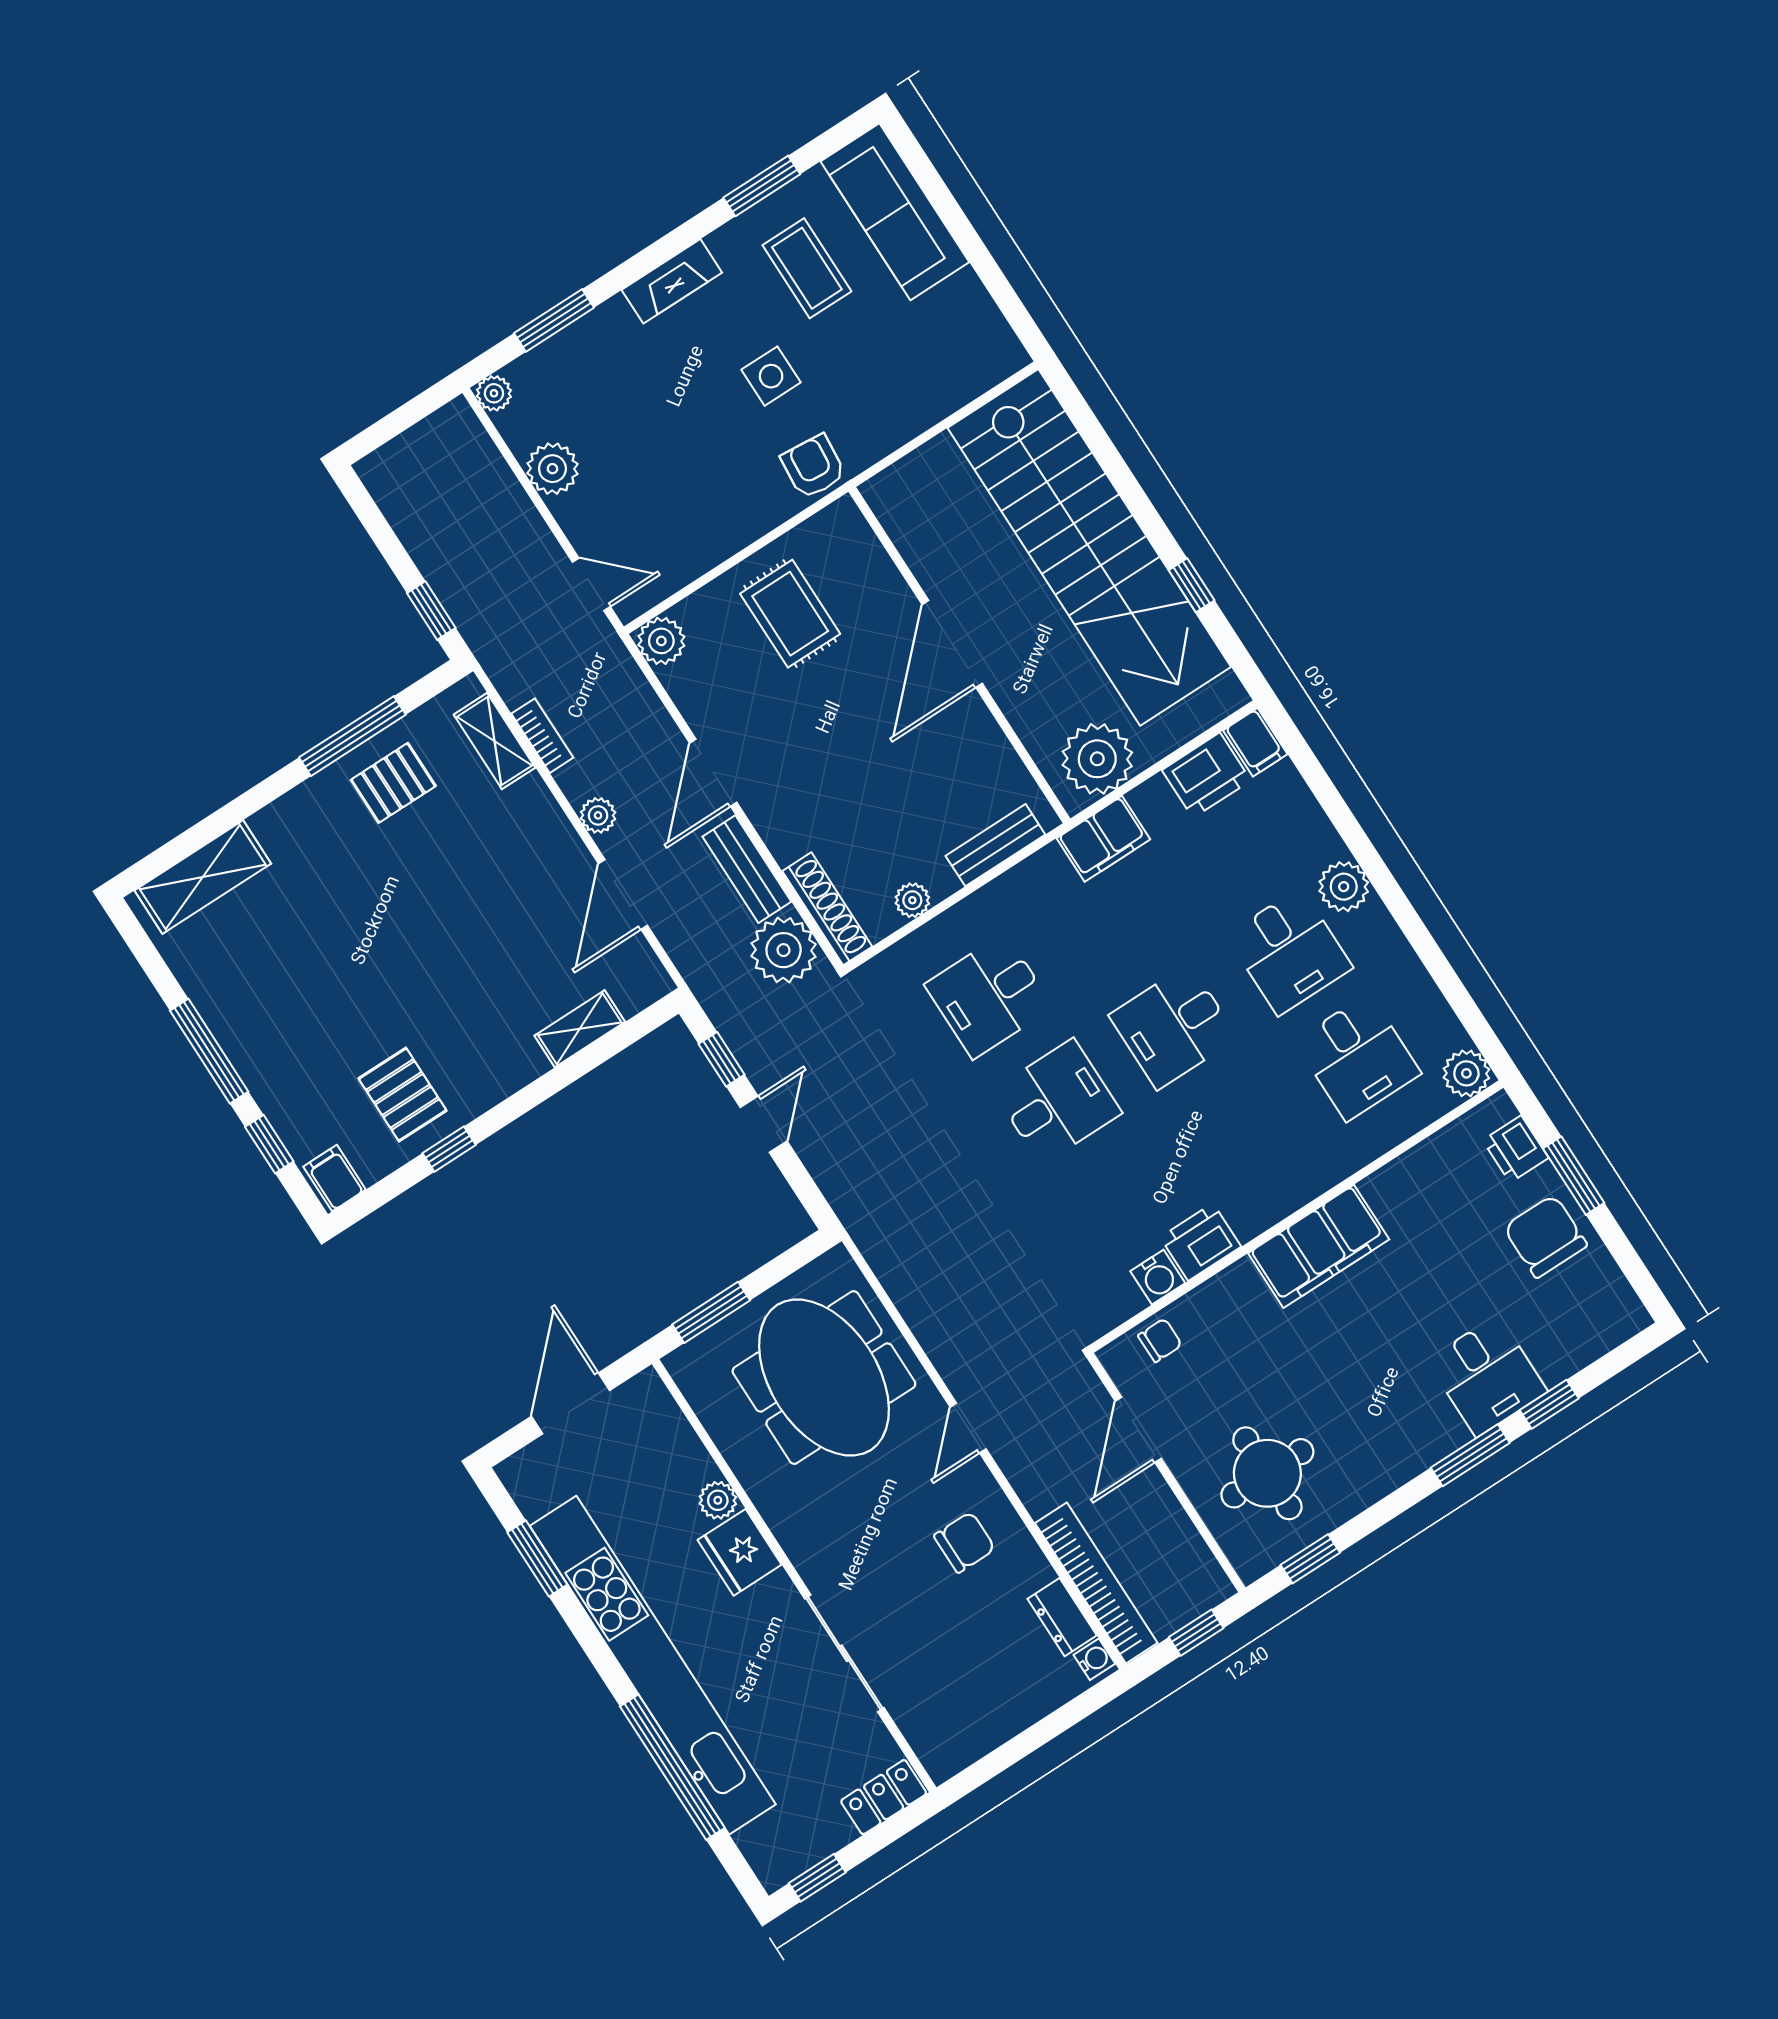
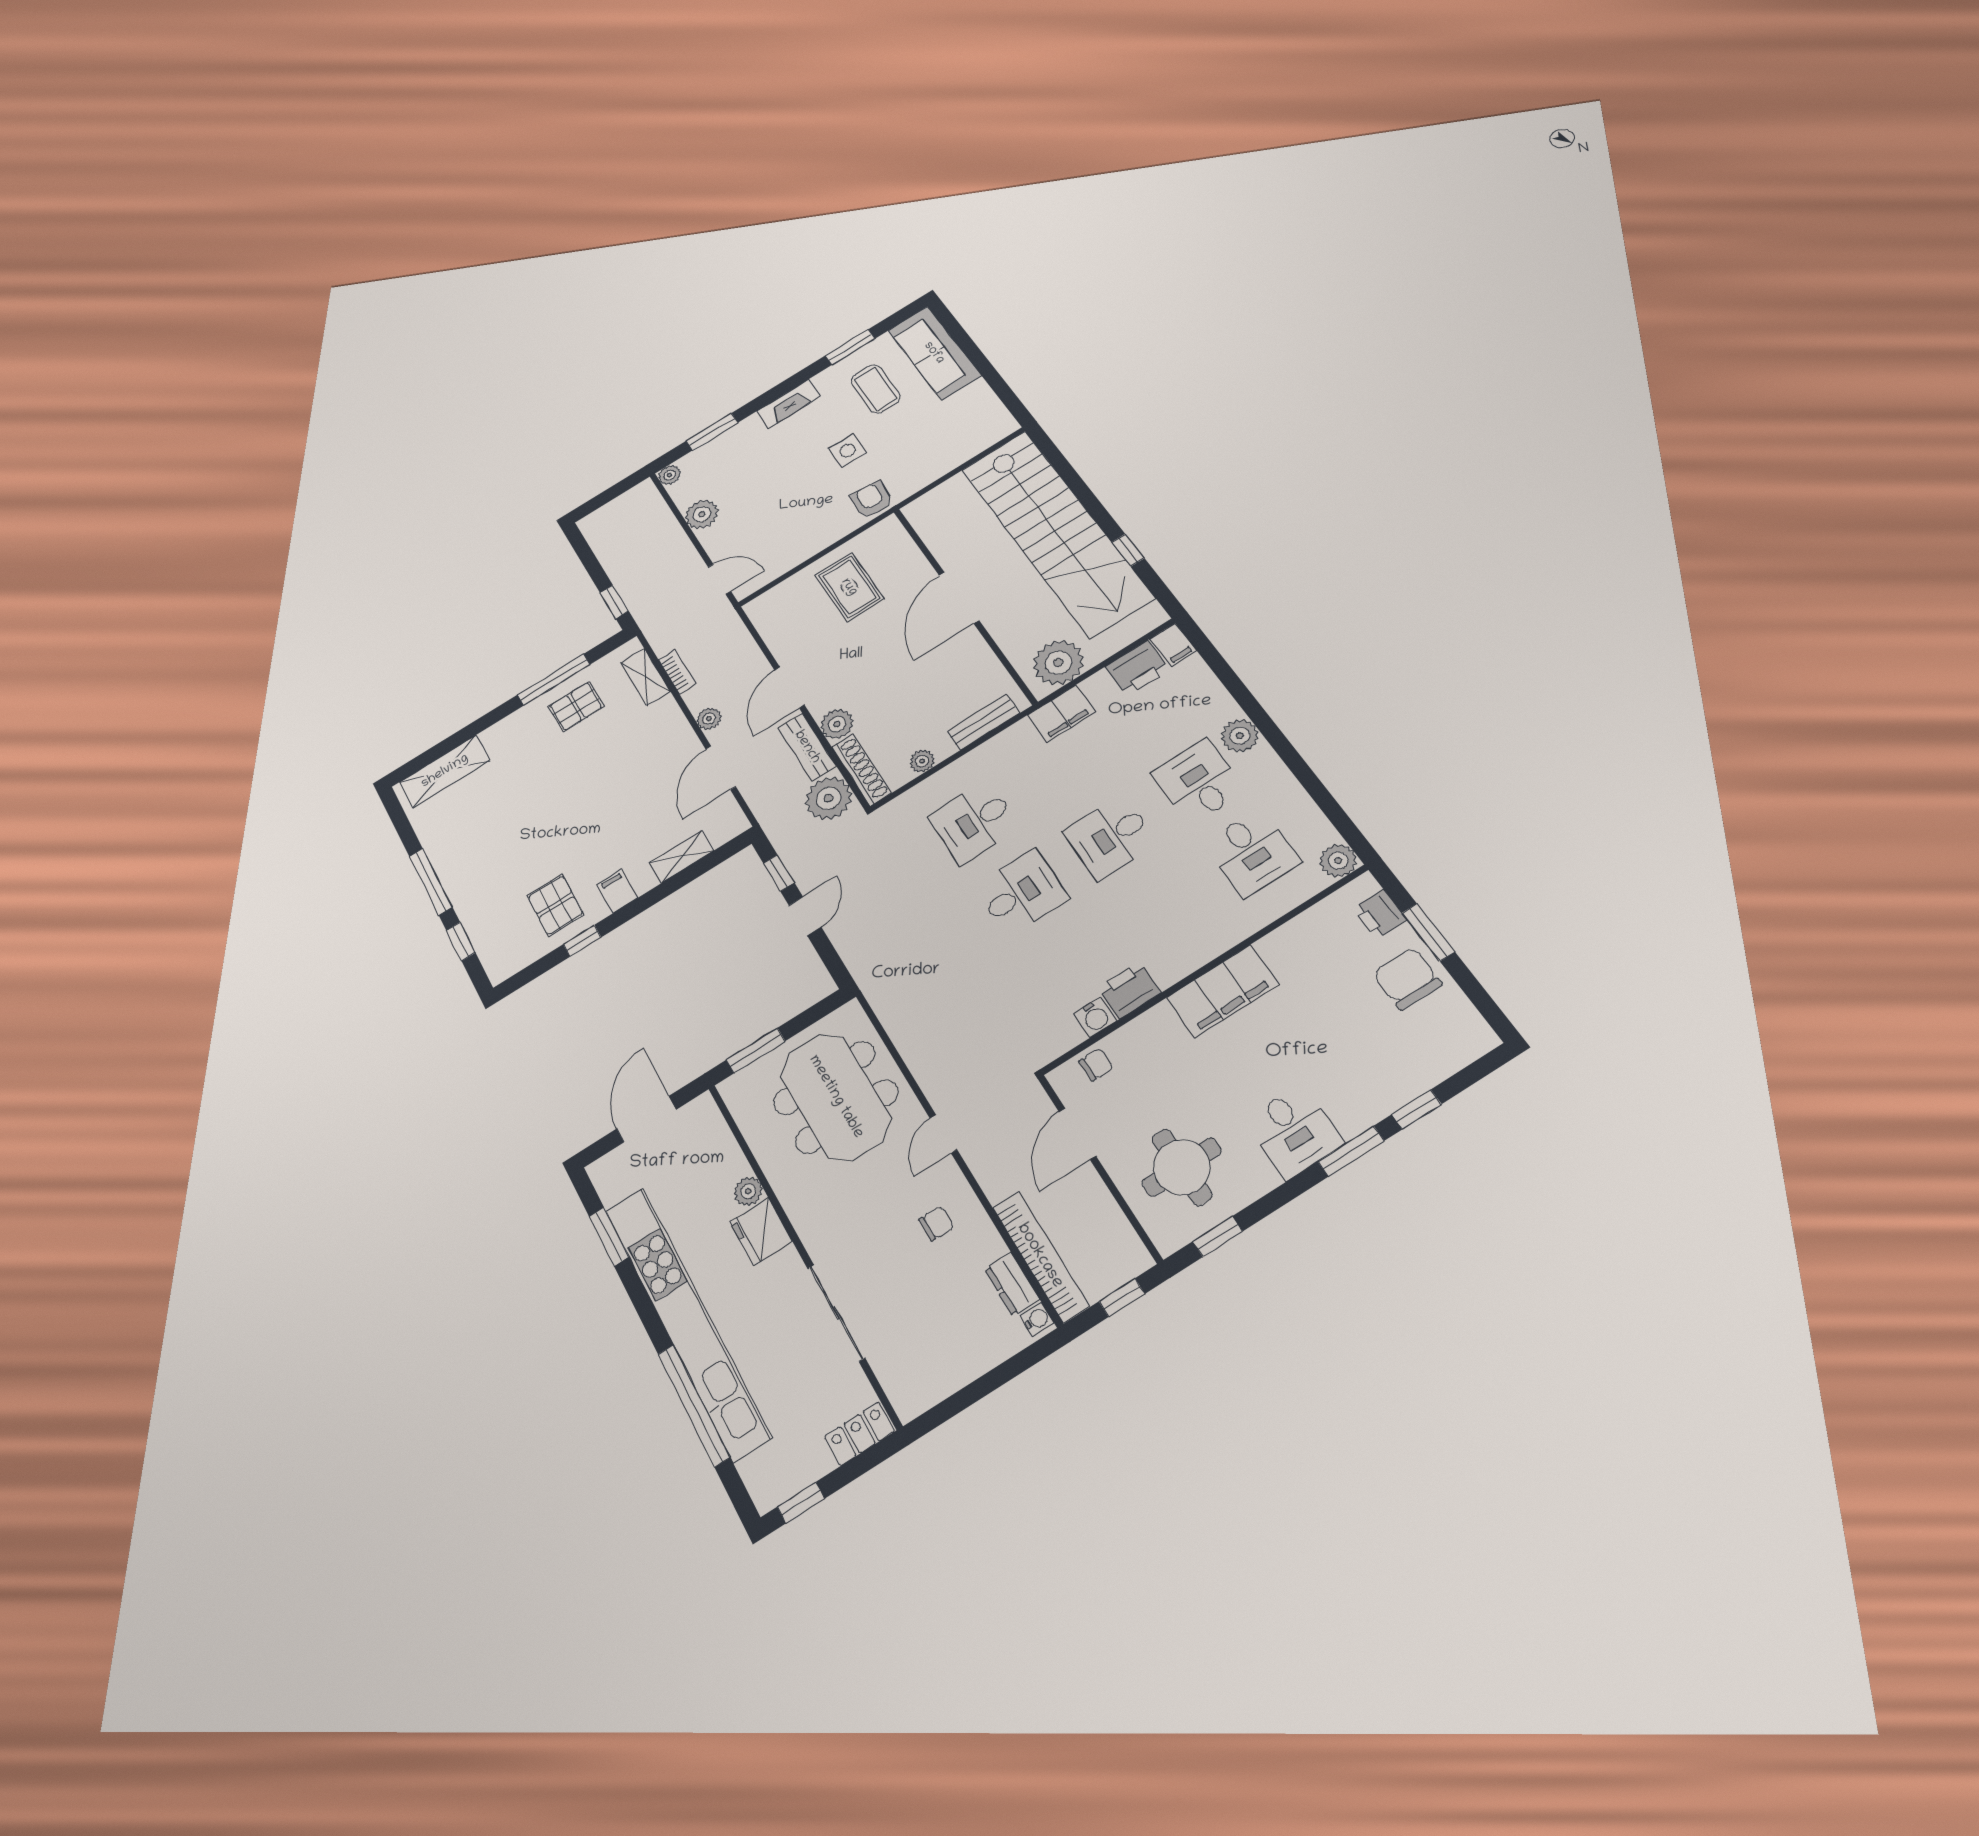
plant: (661, 641) -> (837, 724), moved
desk: (1289, 952) -> (1199, 782), turned 180
filing cabinet: (334, 1178) -> (617, 891), moved
desk: (1487, 1376) -> (1294, 1132), moved
chair: (965, 1542) -> (936, 1223), width x0.73, depth x0.73

